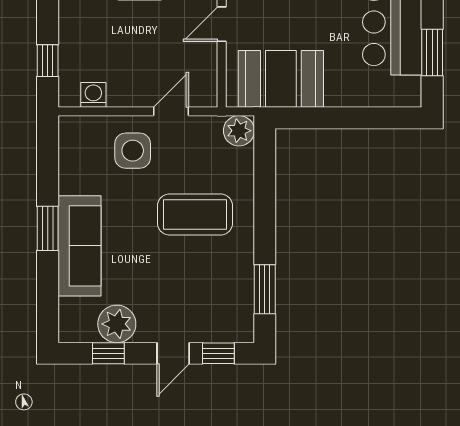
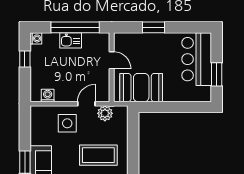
door: (222, 24) -> (112, 60), swing flipped
window: (48, 61) -> (25, 59), moved
plant: (239, 131) -> (105, 113), moved

